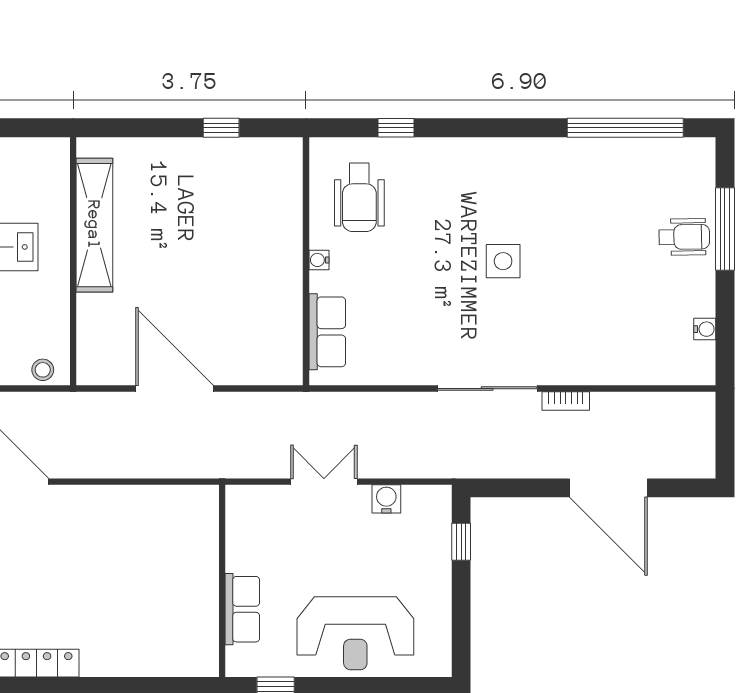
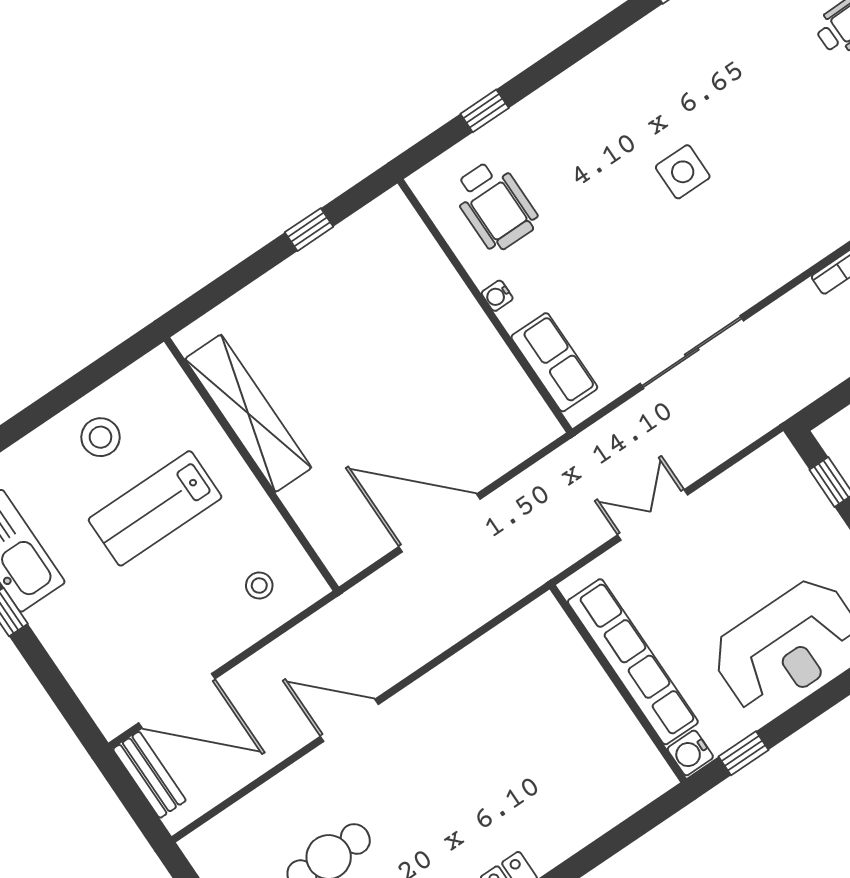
stool: (43, 370) -> (259, 585), moved
sliding door: (487, 389) -> (692, 352), moved
water cooler: (386, 499) -> (690, 753), moved, turned -90
row of seats: (242, 609) -> (633, 662), width x2.02

